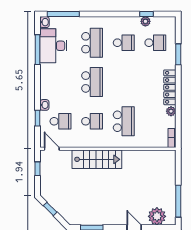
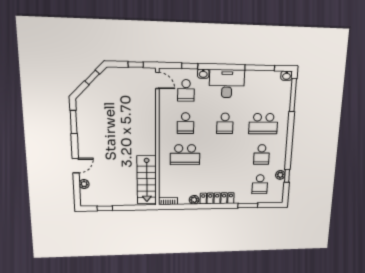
desk: (53, 46) -> (227, 84), moved
school desk: (92, 82) -> (225, 123), width x0.54
door: (52, 149) -> (157, 81), hinge flipped
stairs: (97, 159) -> (147, 180), moved
window: (178, 201) -> (105, 208), width x0.46
plant: (157, 216) -> (84, 184), width x0.53, depth x0.53

